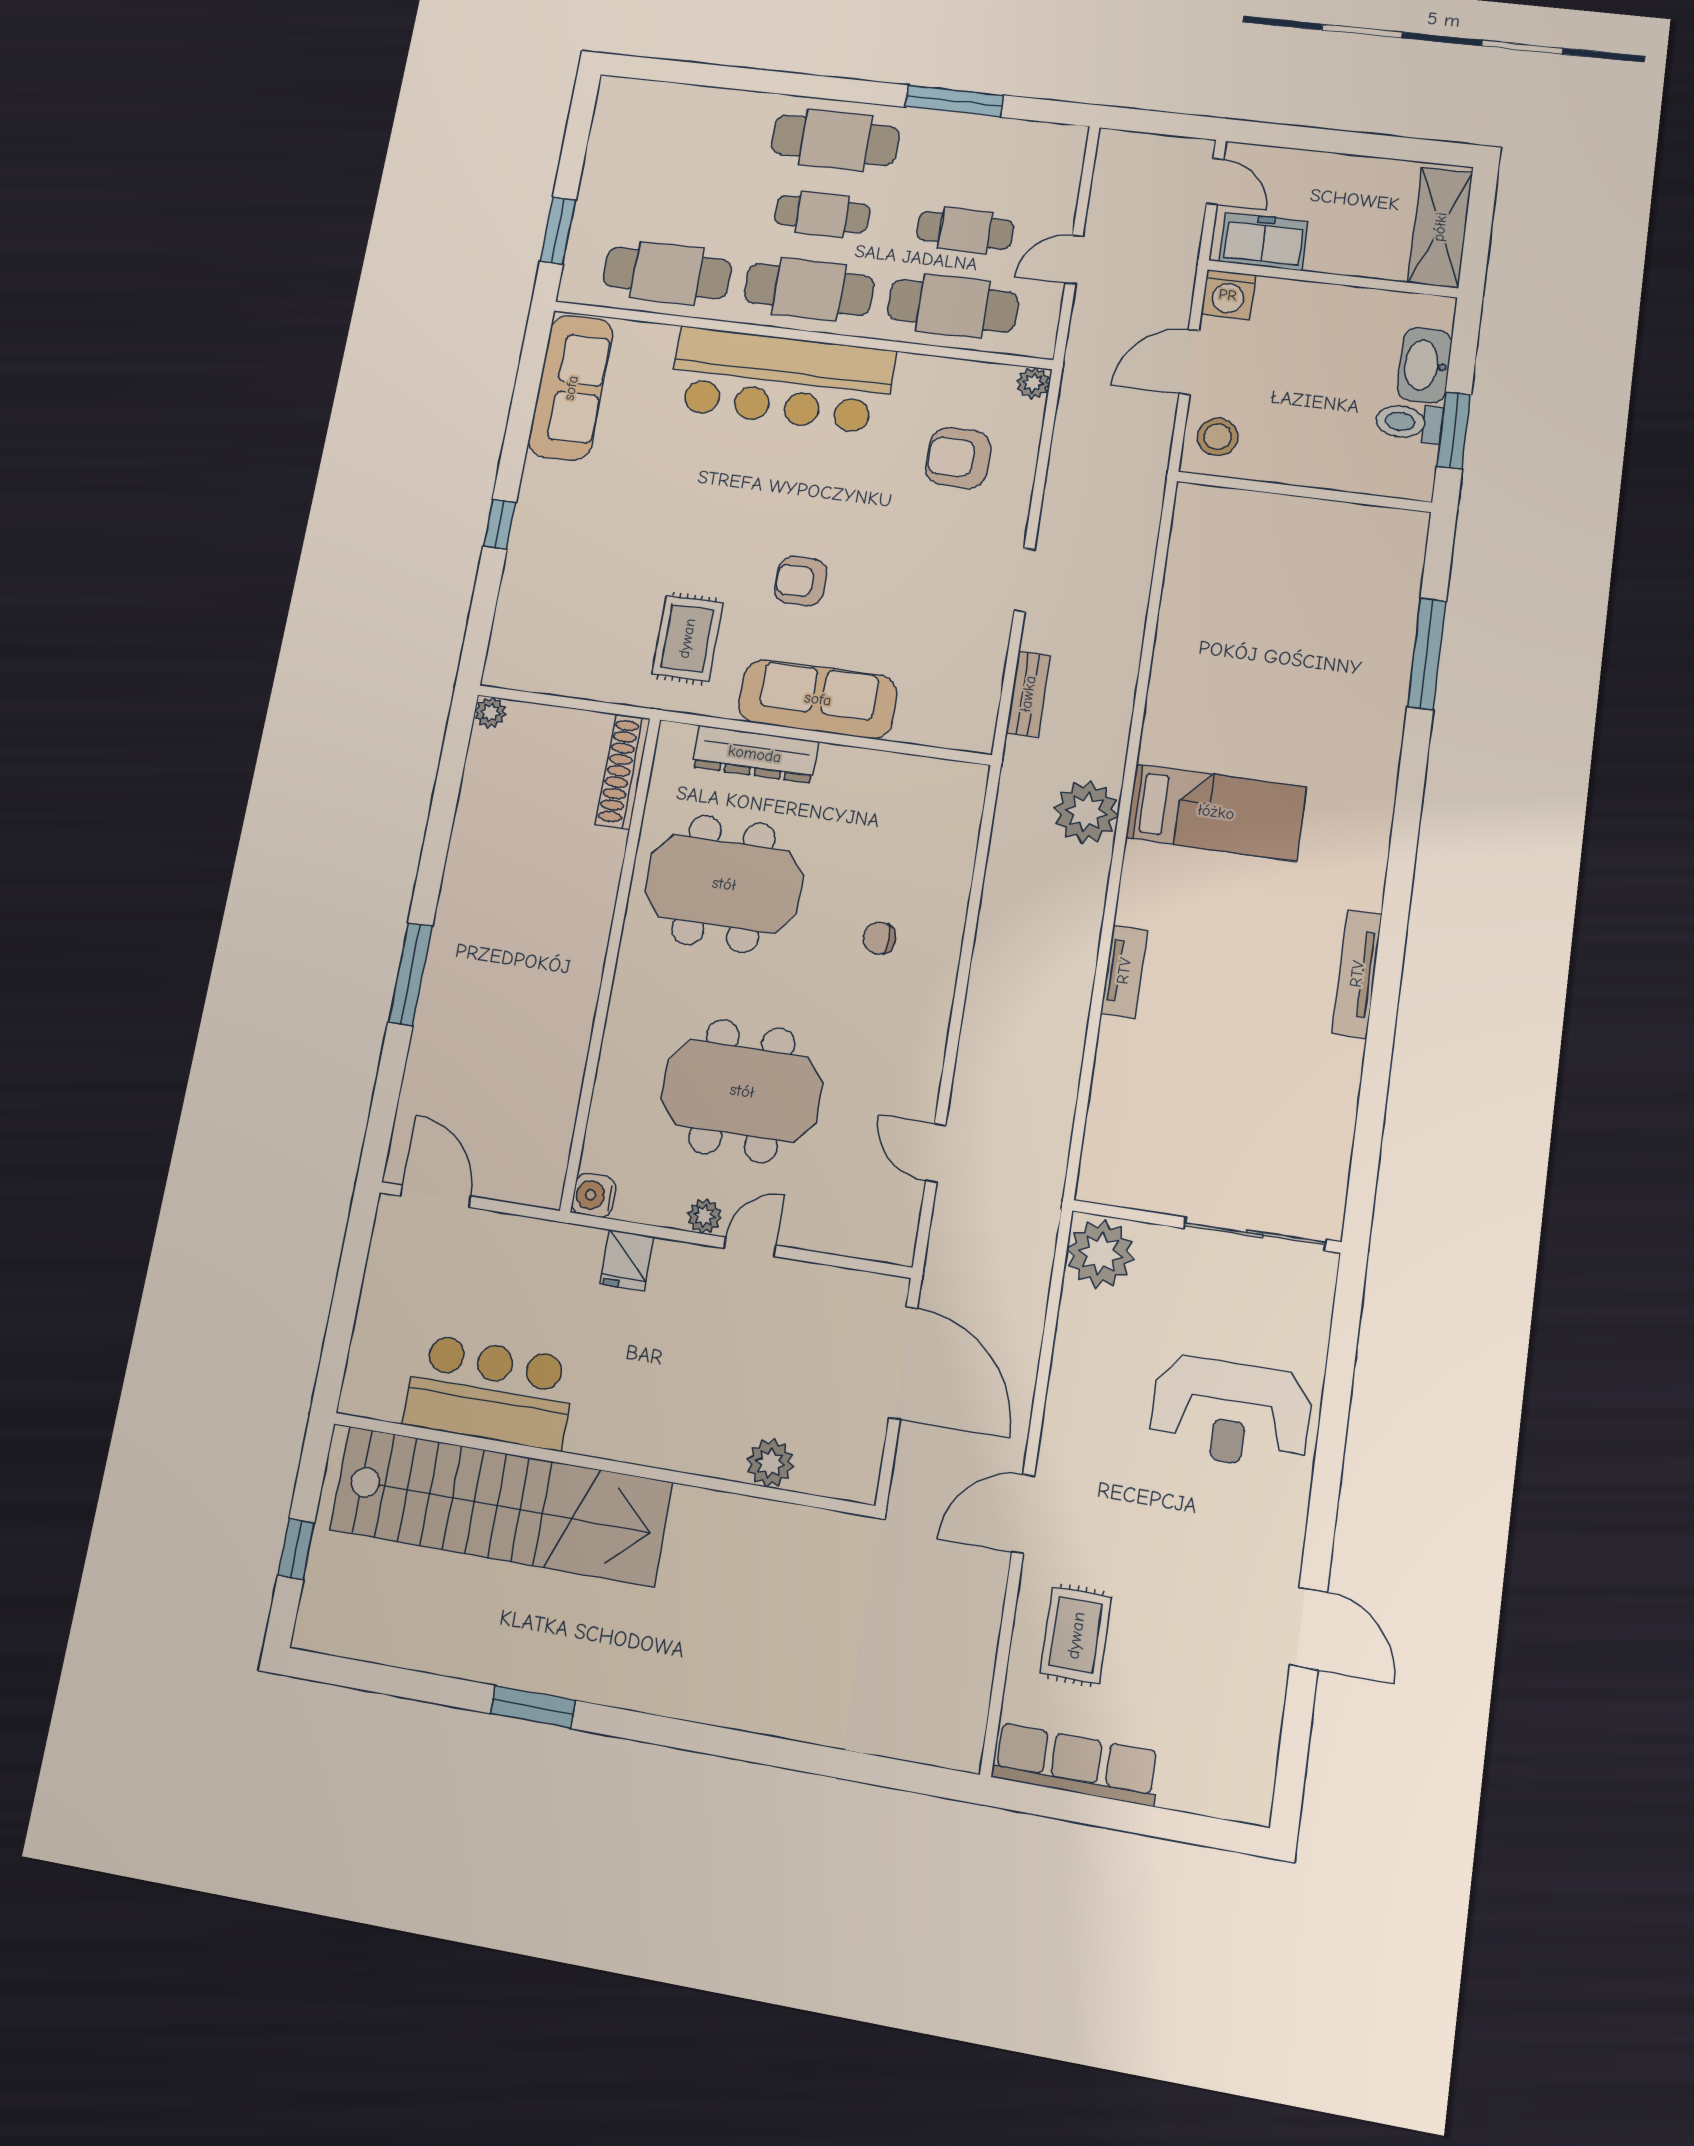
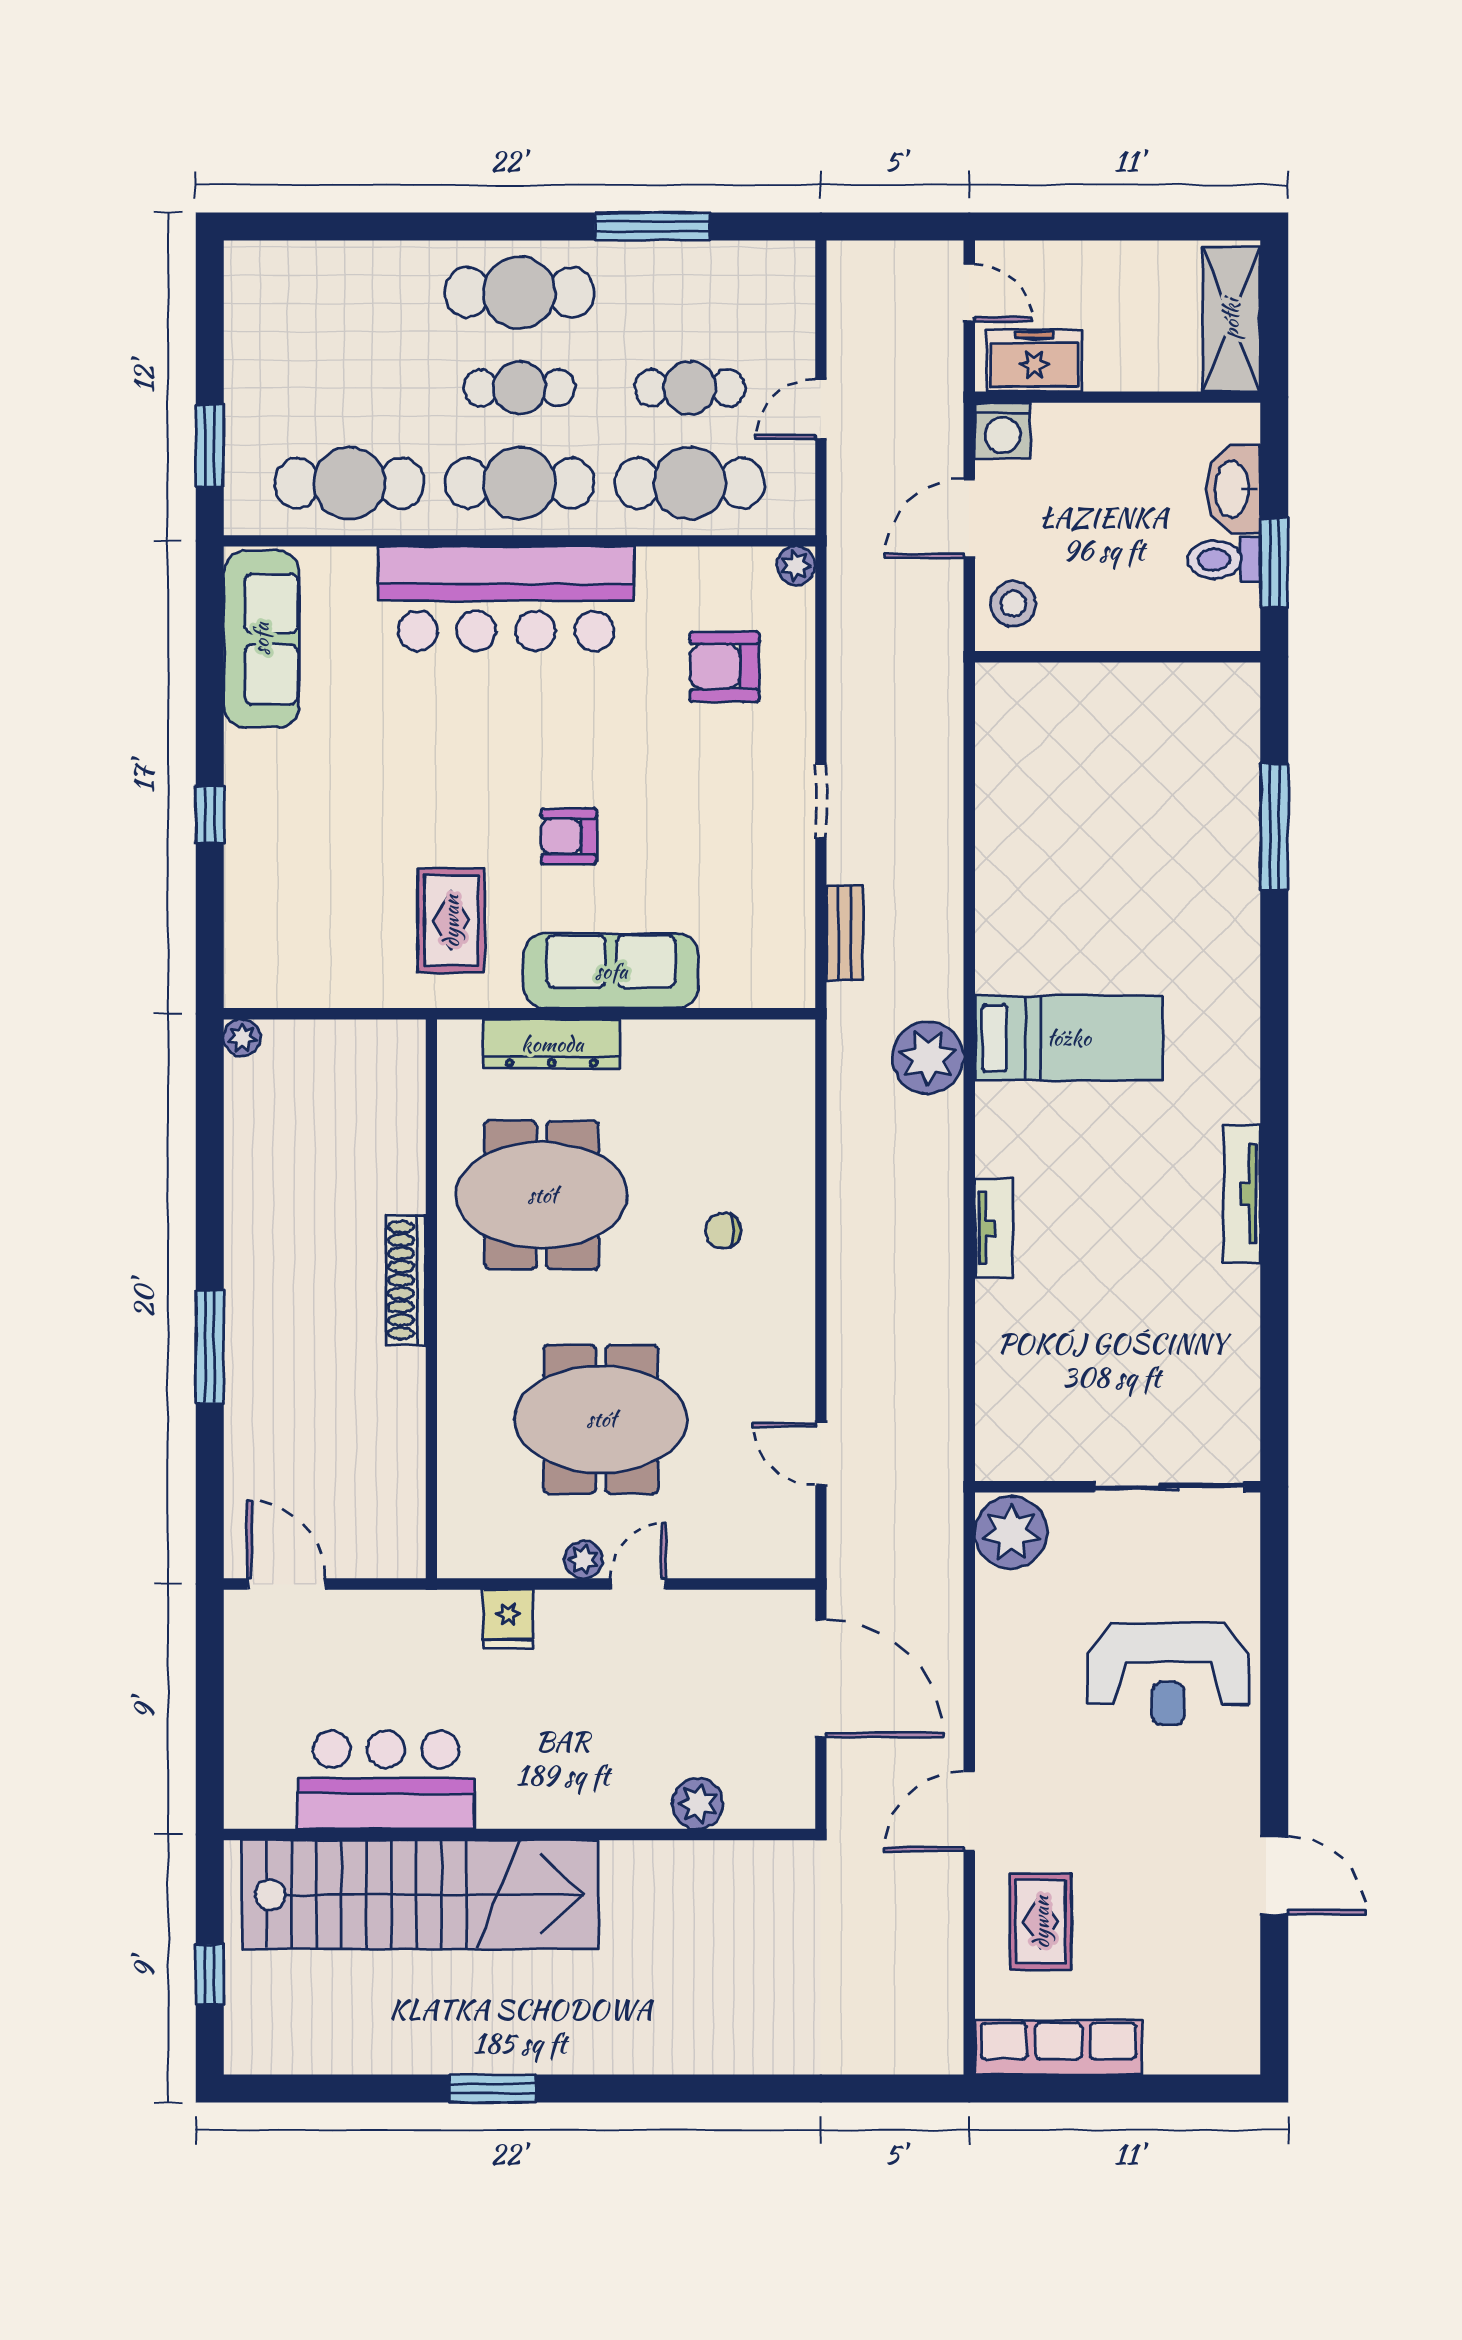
shoe rack: (623, 771) -> (406, 1280), moved
water cooler: (594, 1195) -> (459, 1556), removed

